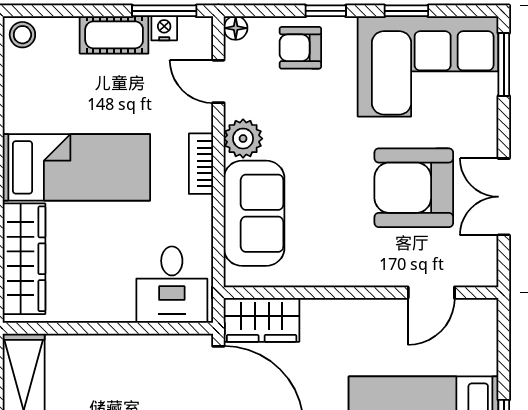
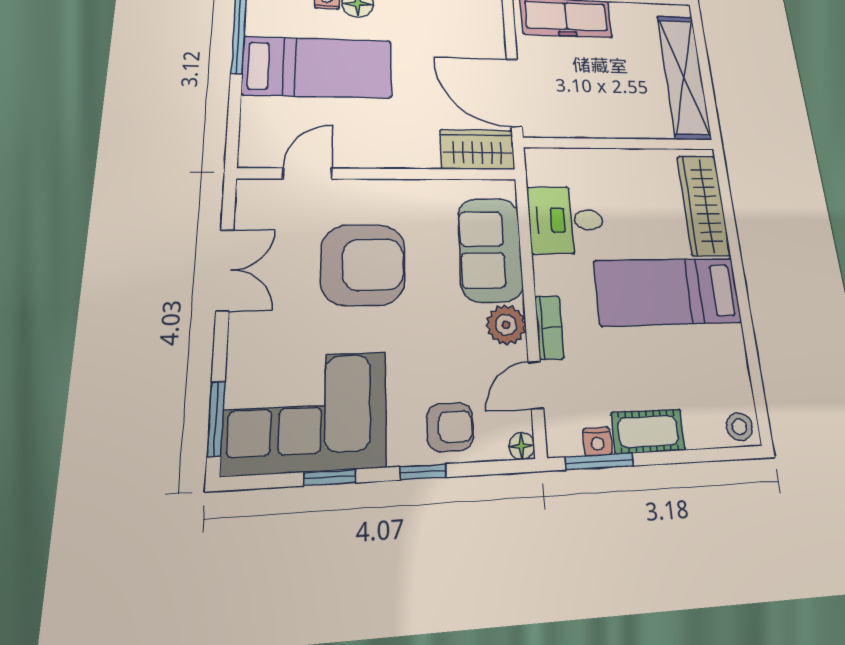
door: (218, 81) -> (536, 385), swing flipped
bookcase: (201, 164) -> (549, 327), moved
armchair: (414, 188) -> (363, 265), moved
desk: (172, 285) -> (566, 220), moved, turned -90

